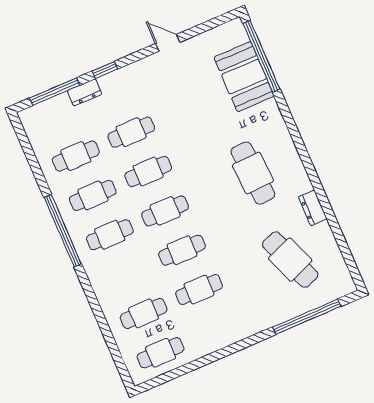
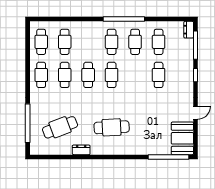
booth: (244, 77) -> (182, 138), moved, turned 90
dresser: (85, 92) -> (189, 30), moved
cafe table: (148, 172) -> (41, 75), moved

